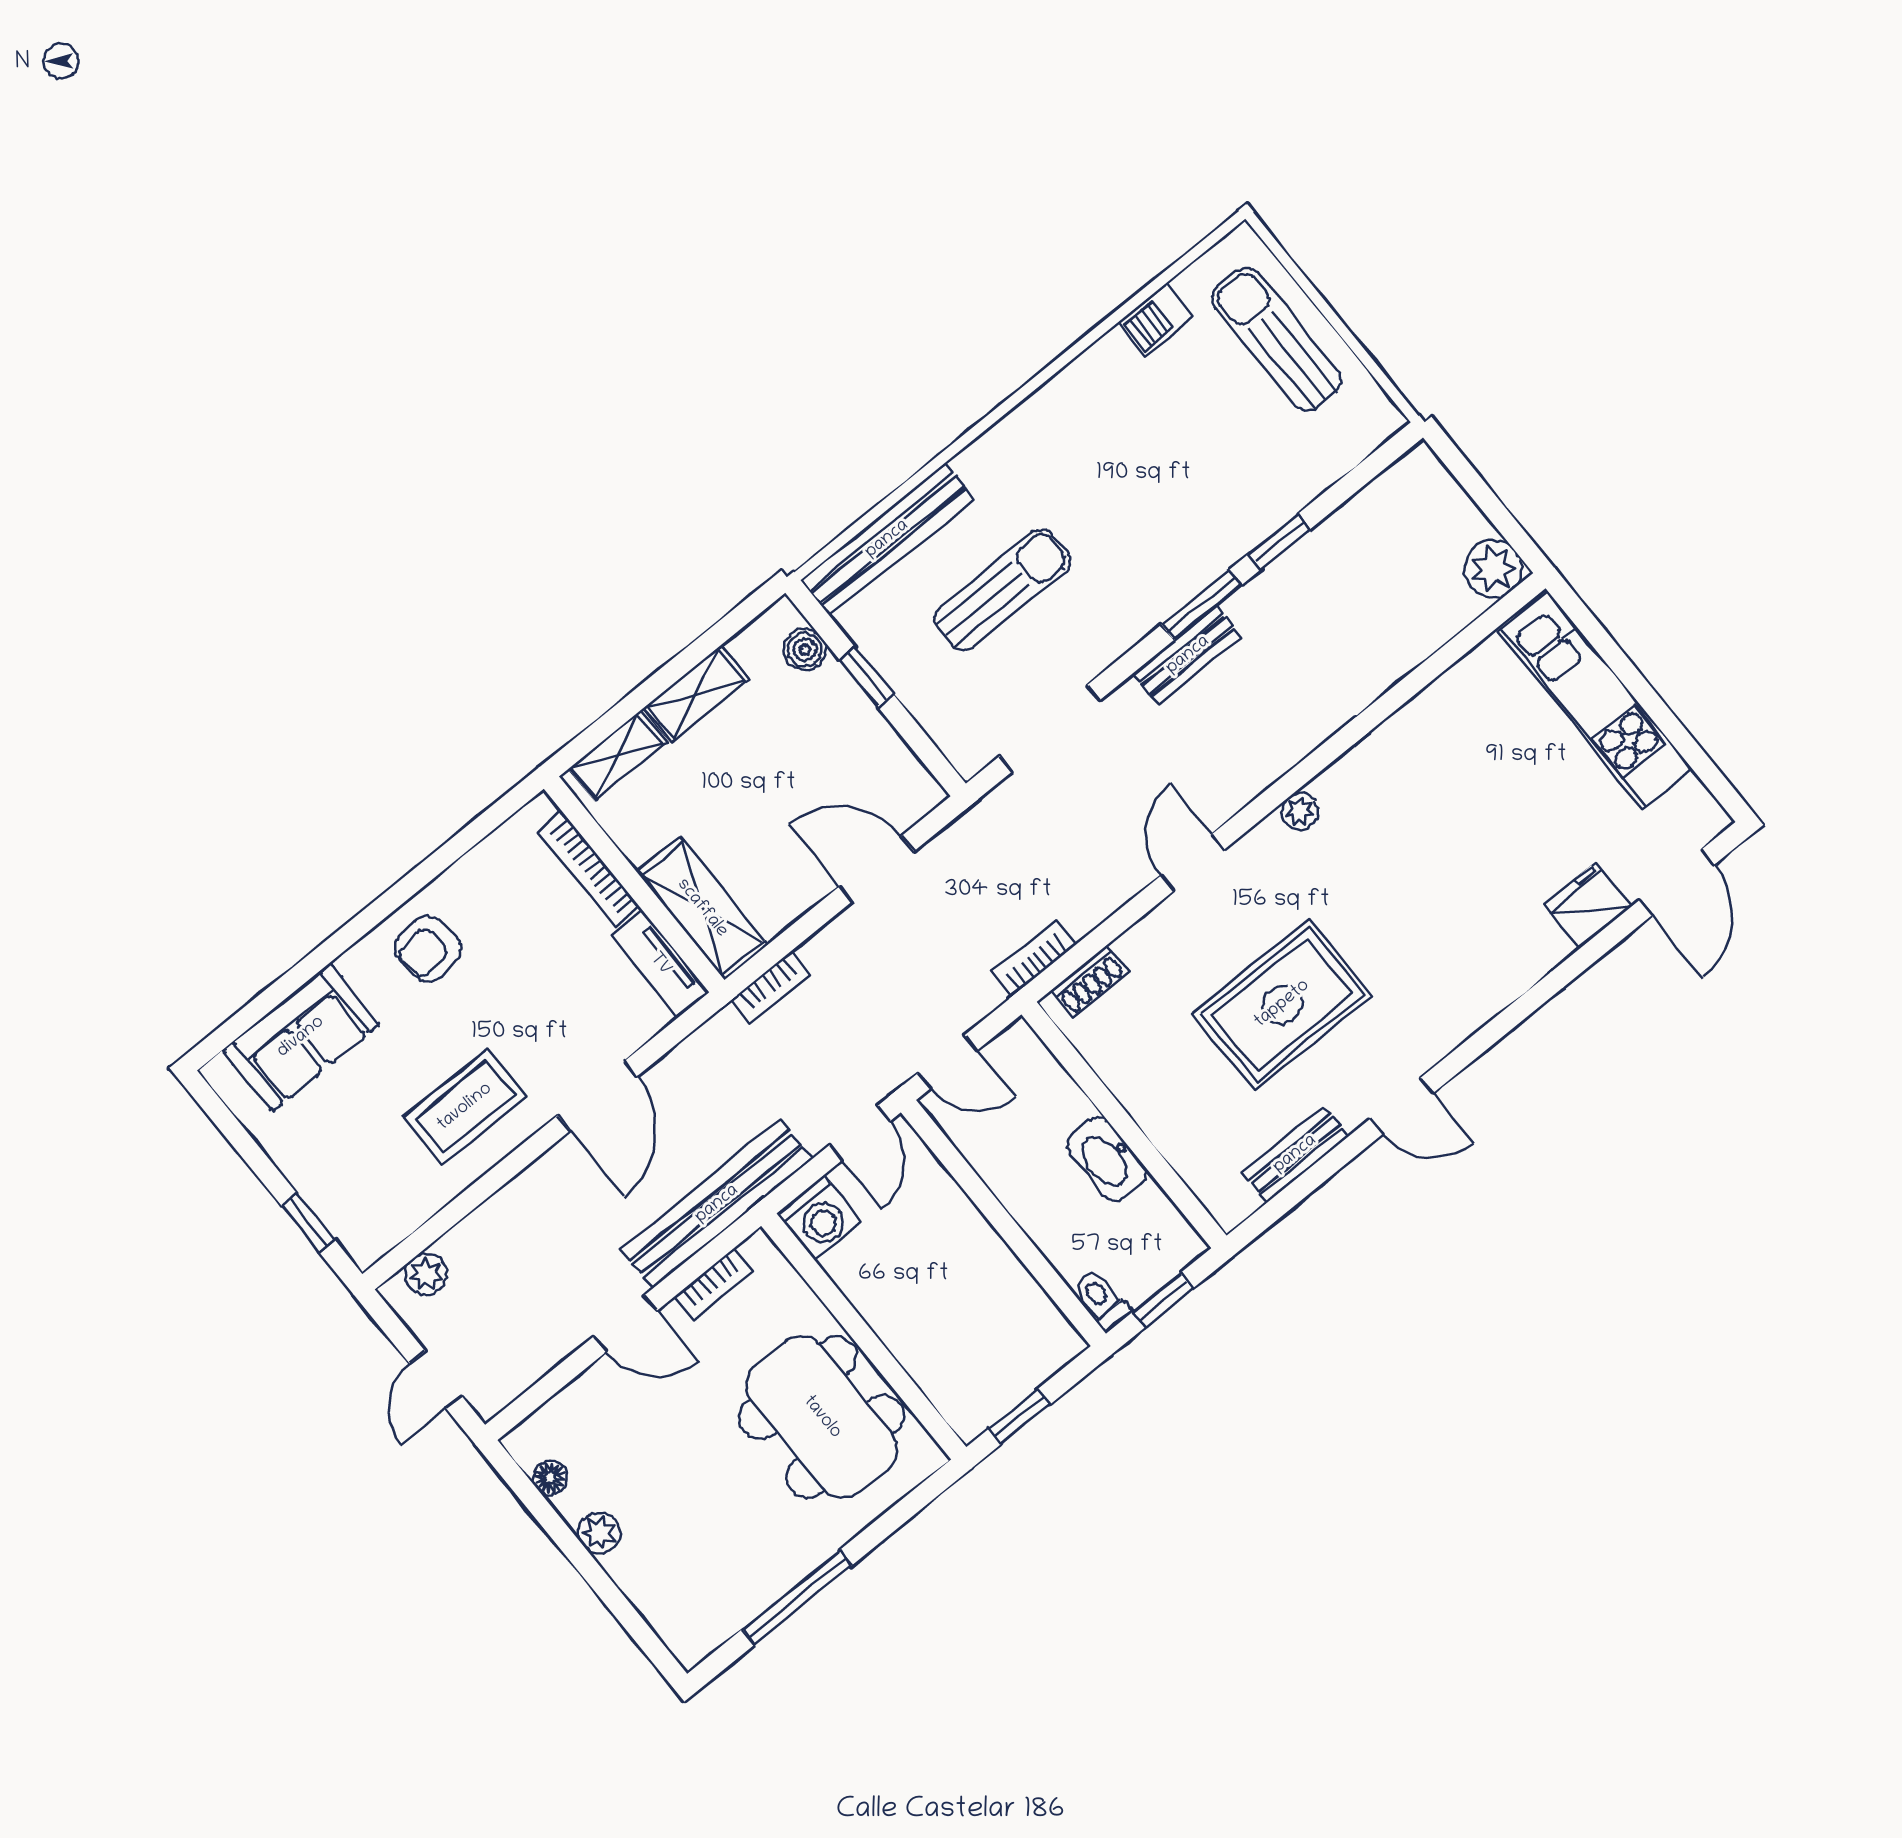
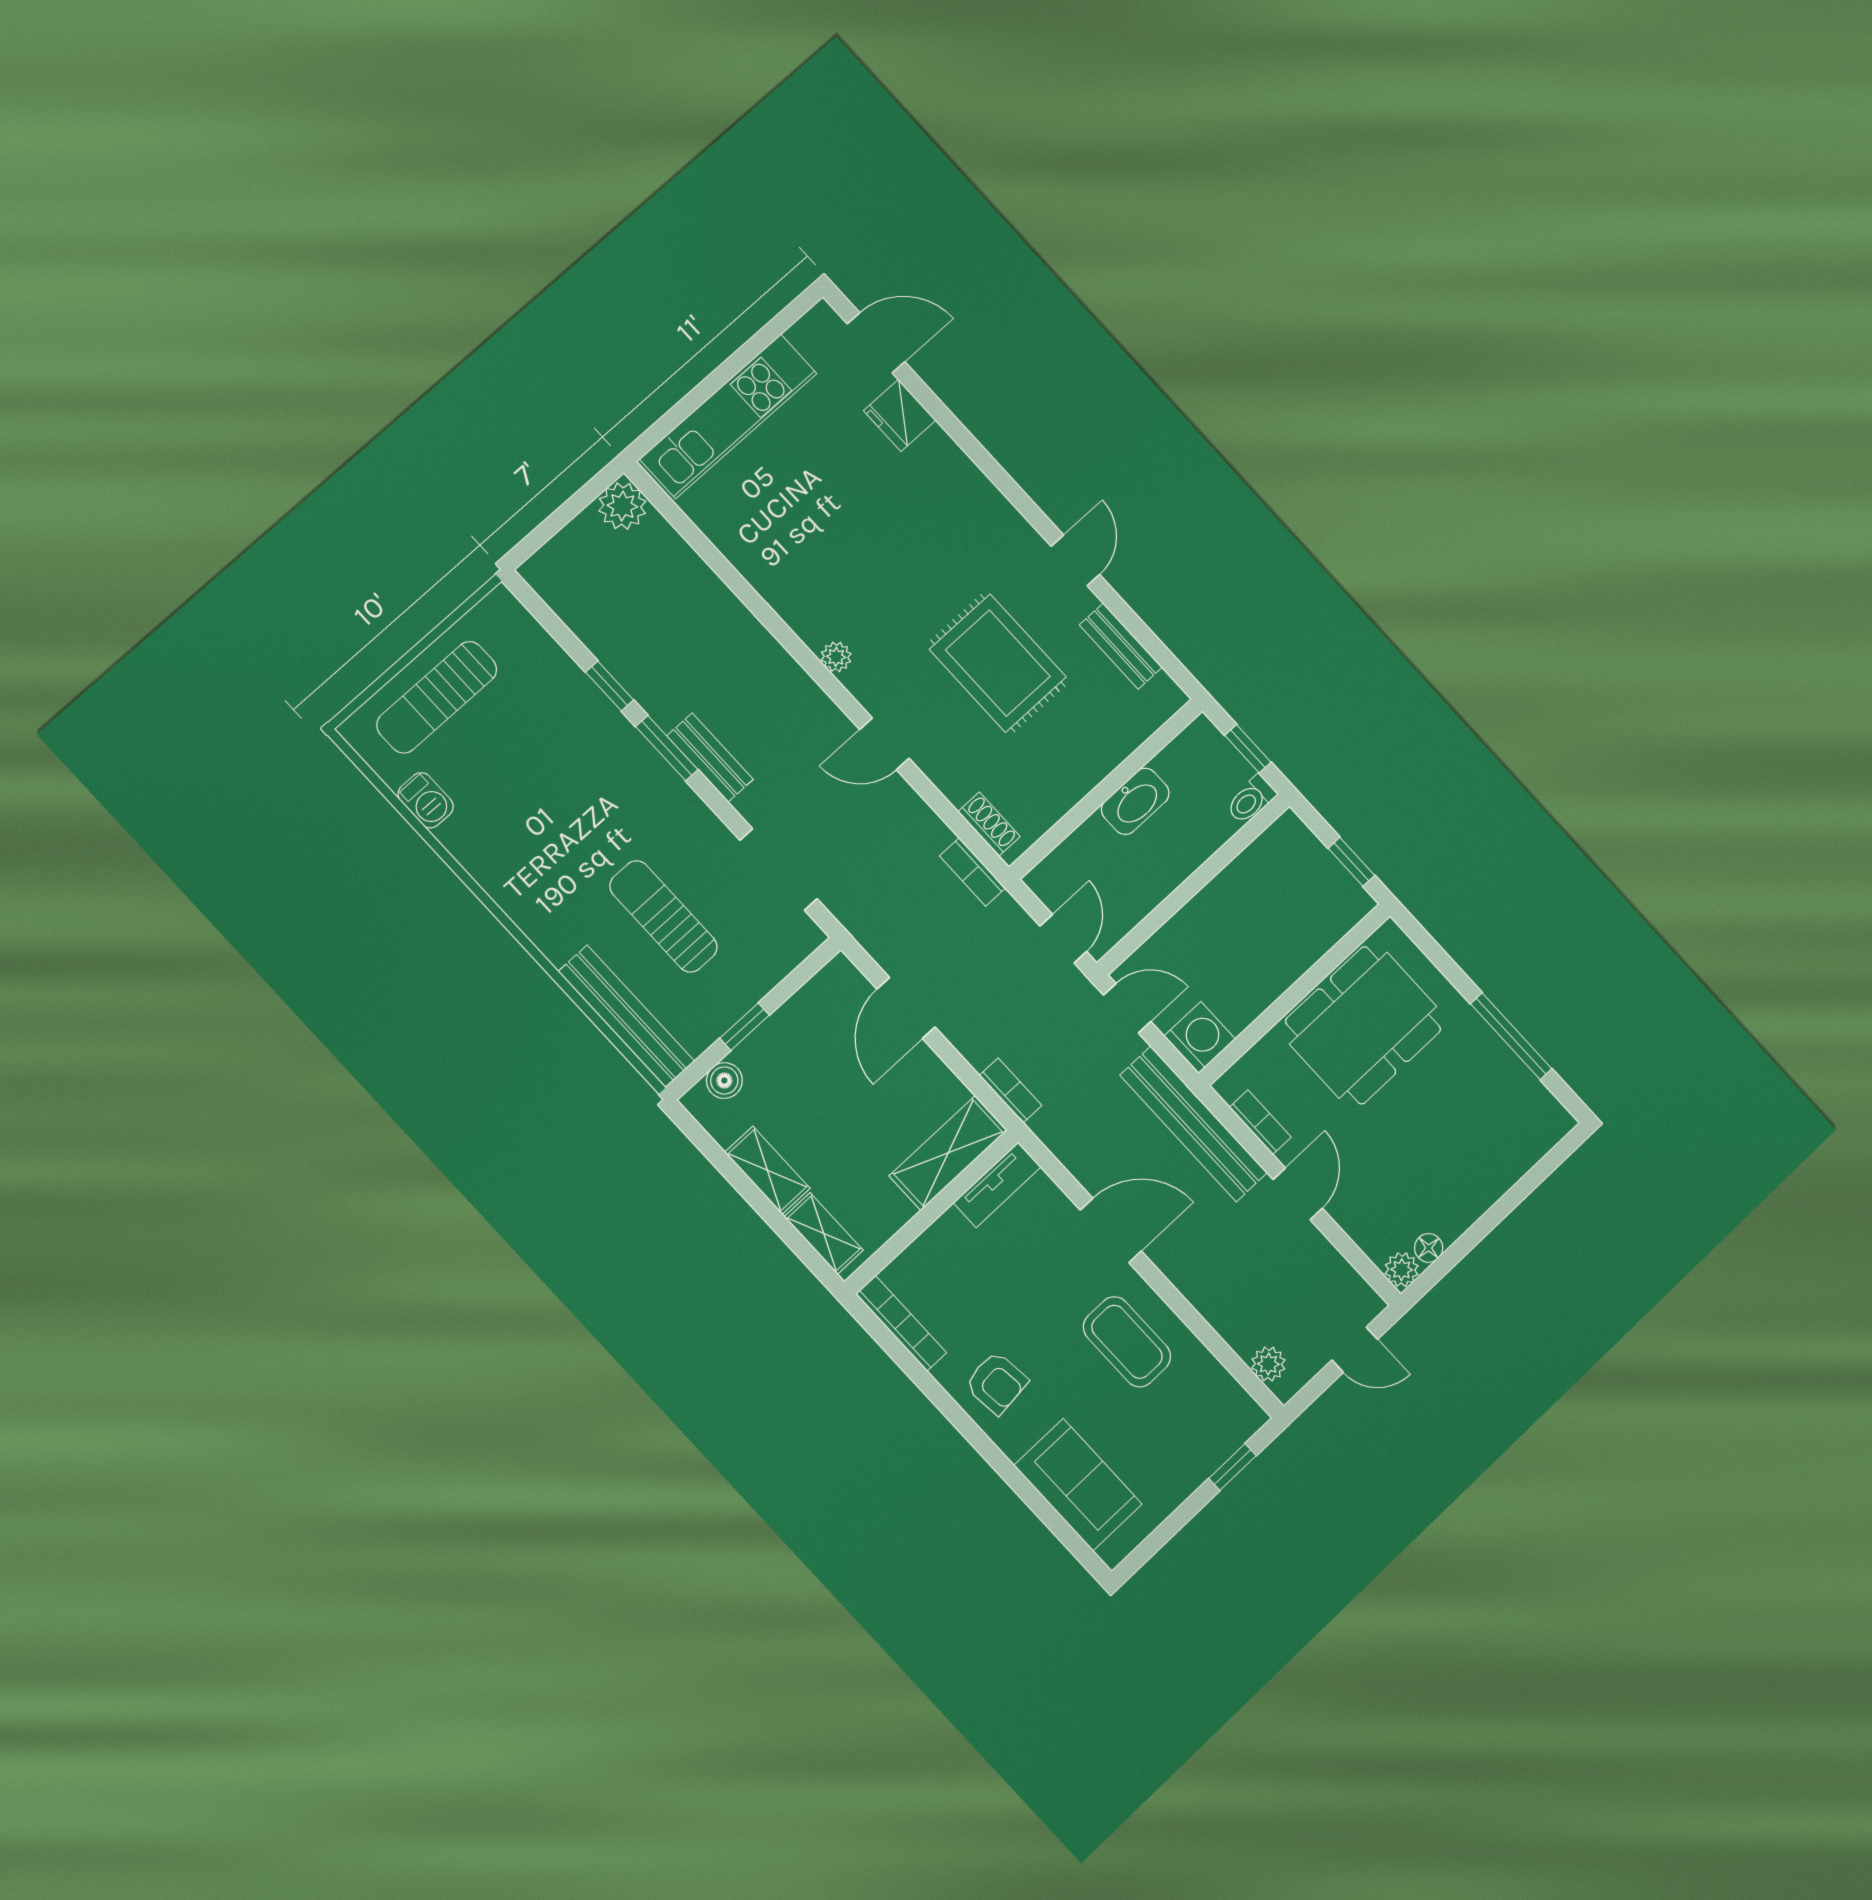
bookcase: (589, 869) -> (901, 1323), moved, turned -90
plant: (599, 1533) -> (1402, 1270), moved

